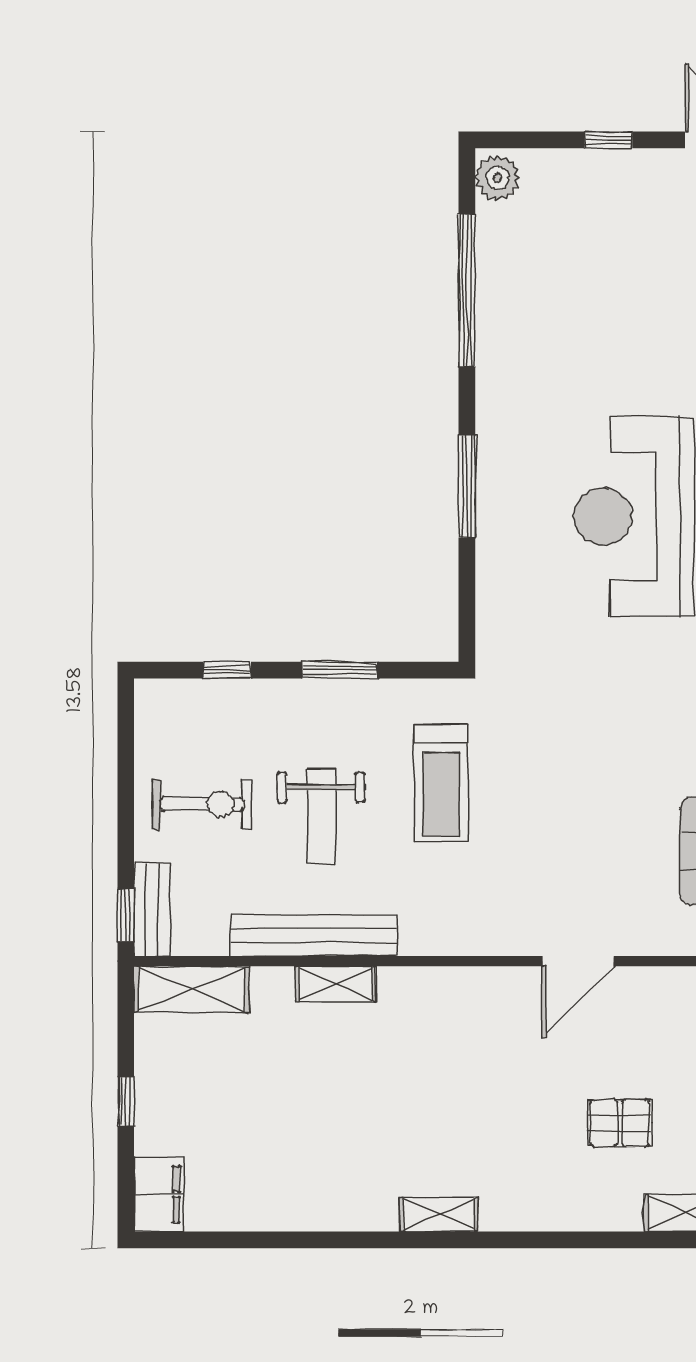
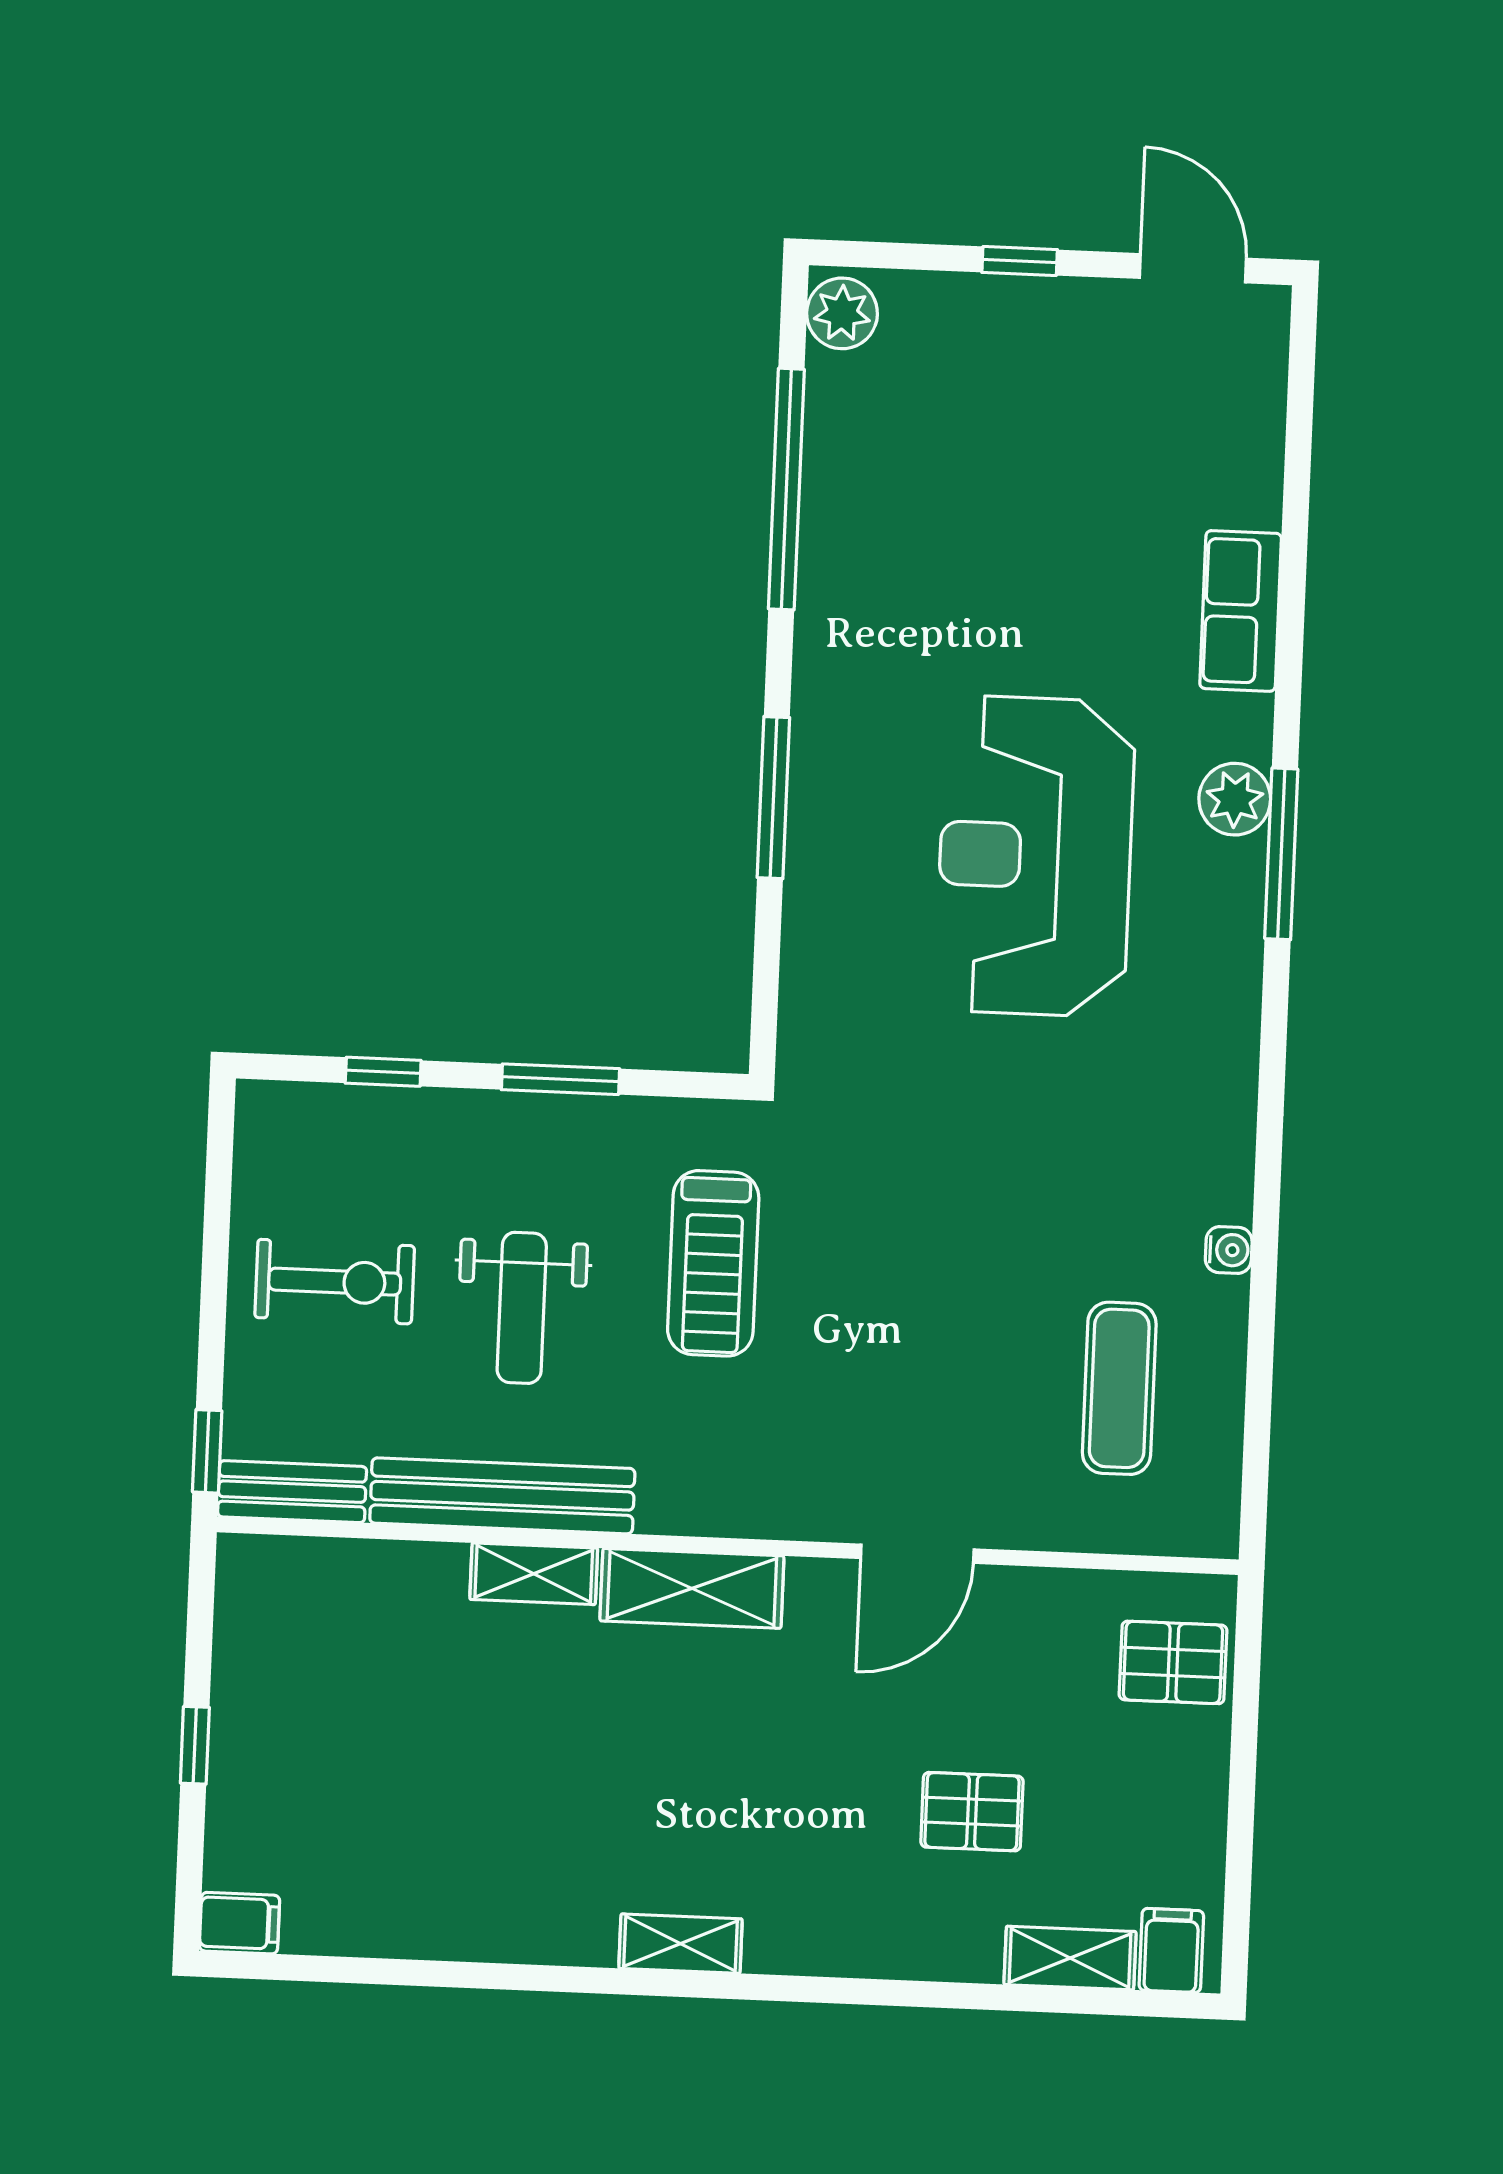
bench: (152, 910) -> (292, 1492), moved, turned 90
shelving: (191, 989) -> (692, 1588), moved
filing cabinet: (159, 1194) -> (240, 1923), width x0.50

